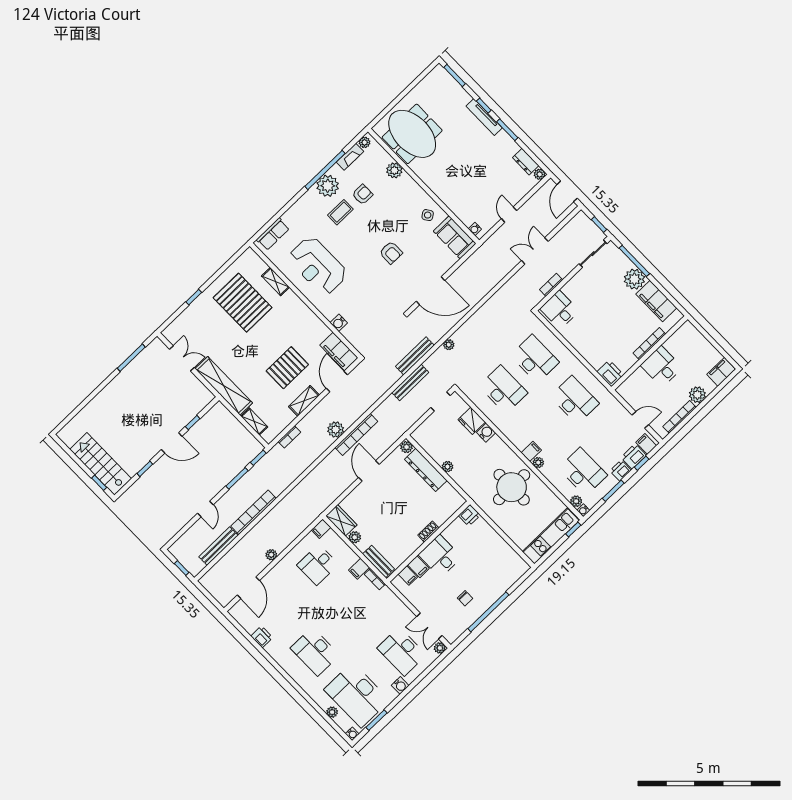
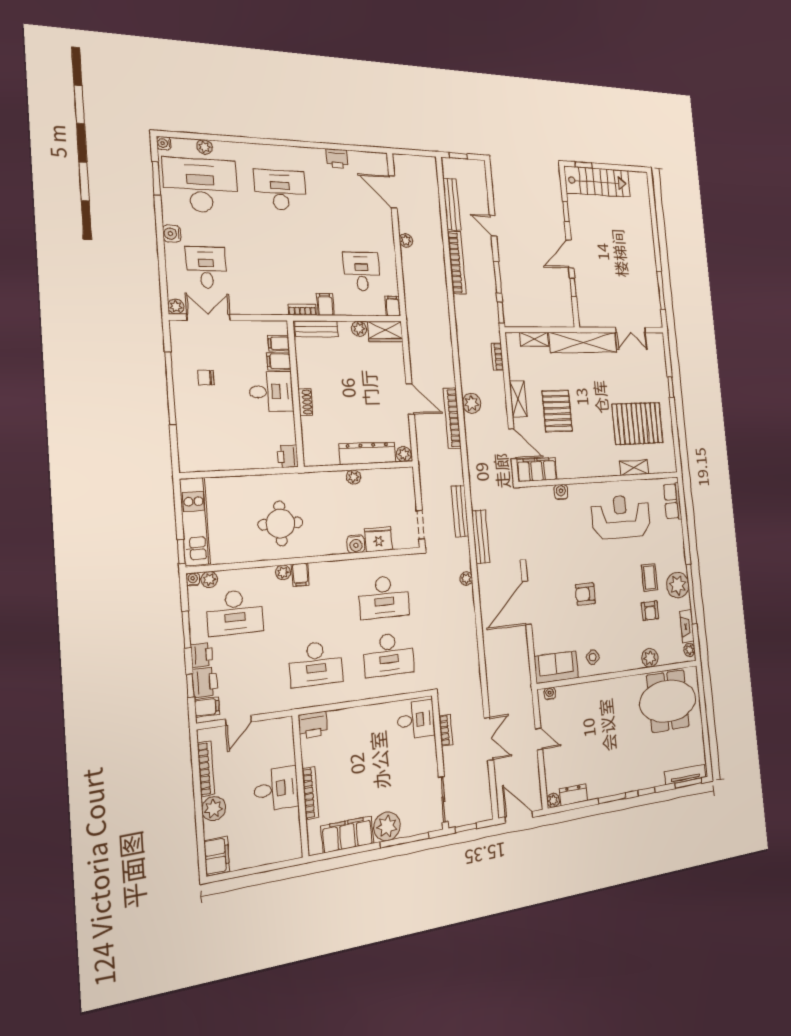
tv unit: (484, 117) -> (685, 774), moved
round table: (512, 487) -> (280, 524), width x0.73, depth x0.73
desk: (402, 651) -> (206, 268), width x0.73

